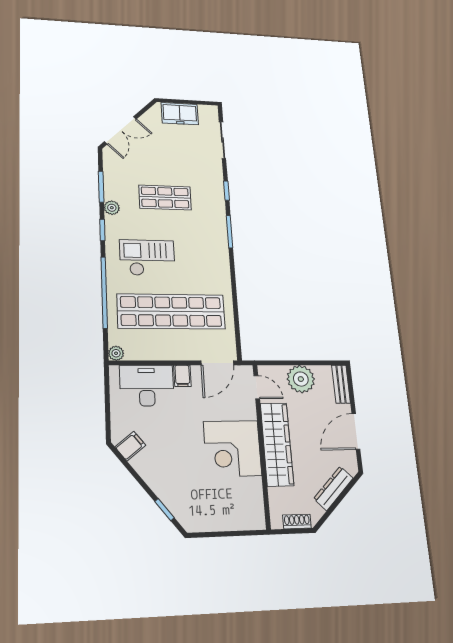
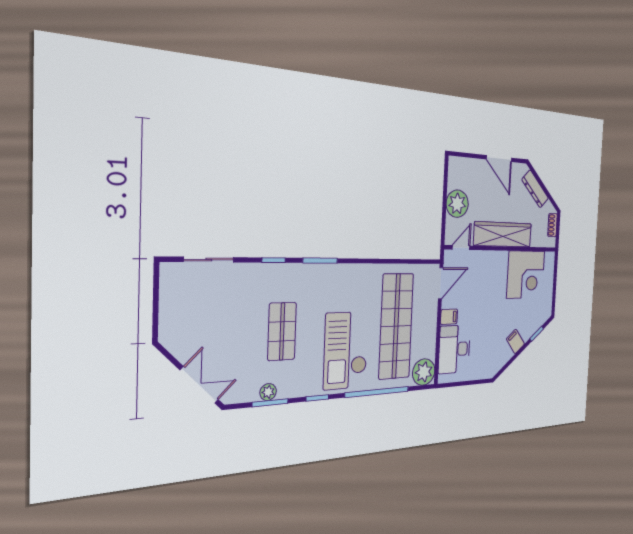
freezer: (180, 114) -> (173, 312), removed
plant: (112, 208) -> (268, 392), moved
checkout: (147, 258) -> (346, 350), width x1.36, depth x1.21
plant: (116, 353) -> (424, 372), width x1.87, depth x1.87
door: (217, 363) -> (441, 283), hinge flipped
bench: (341, 384) -> (463, 164), removed
filing cabinet: (130, 446) -> (515, 341), moved
corner desk: (232, 448) -> (526, 275), moved

